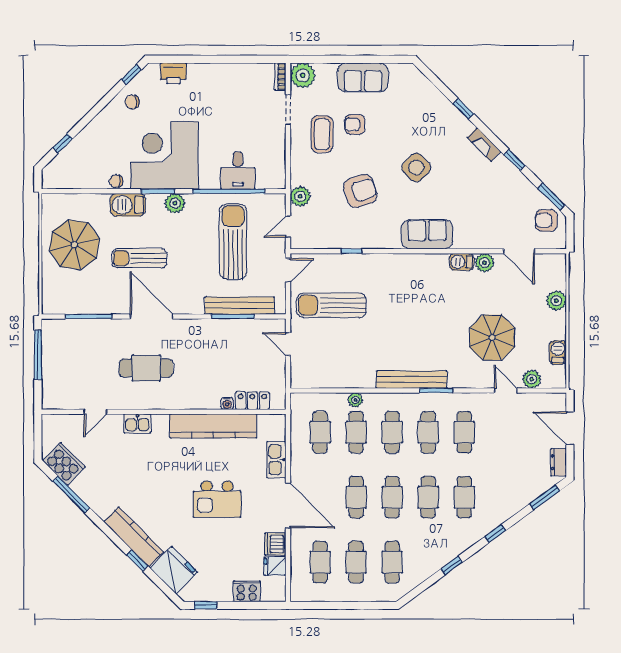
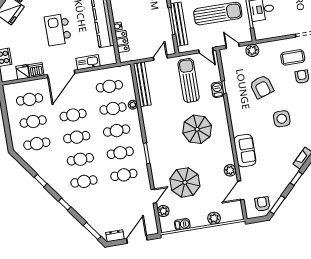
side table: (416, 168) -> (282, 119), turned 45
sofa: (427, 234) -> (245, 151), moved
barbecue: (462, 262) -> (217, 90), moved
parasol: (411, 304) -> (197, 129), added
bench: (412, 380) -> (142, 84), moved

